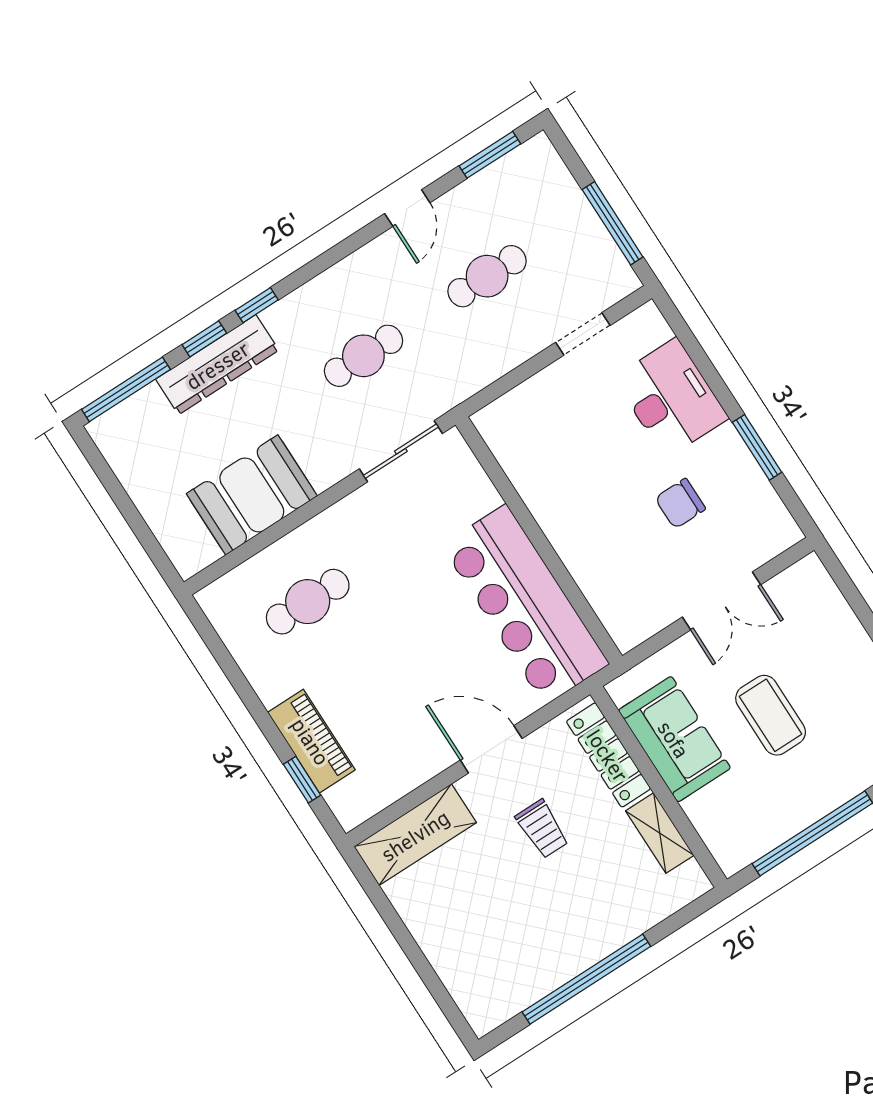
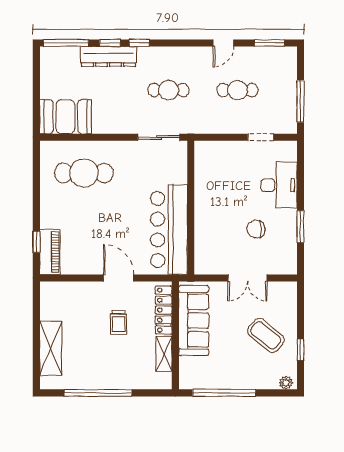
booth: (252, 495) -> (65, 117), moved
cafe table: (308, 602) -> (84, 173), width x1.37, depth x1.35
coffee table: (771, 715) -> (266, 335), moved, turned -51
sofa: (674, 739) -> (194, 321), width x1.36
piano: (311, 741) -> (50, 252), moved
shelving: (415, 835) -> (51, 348), moved, turned 90

